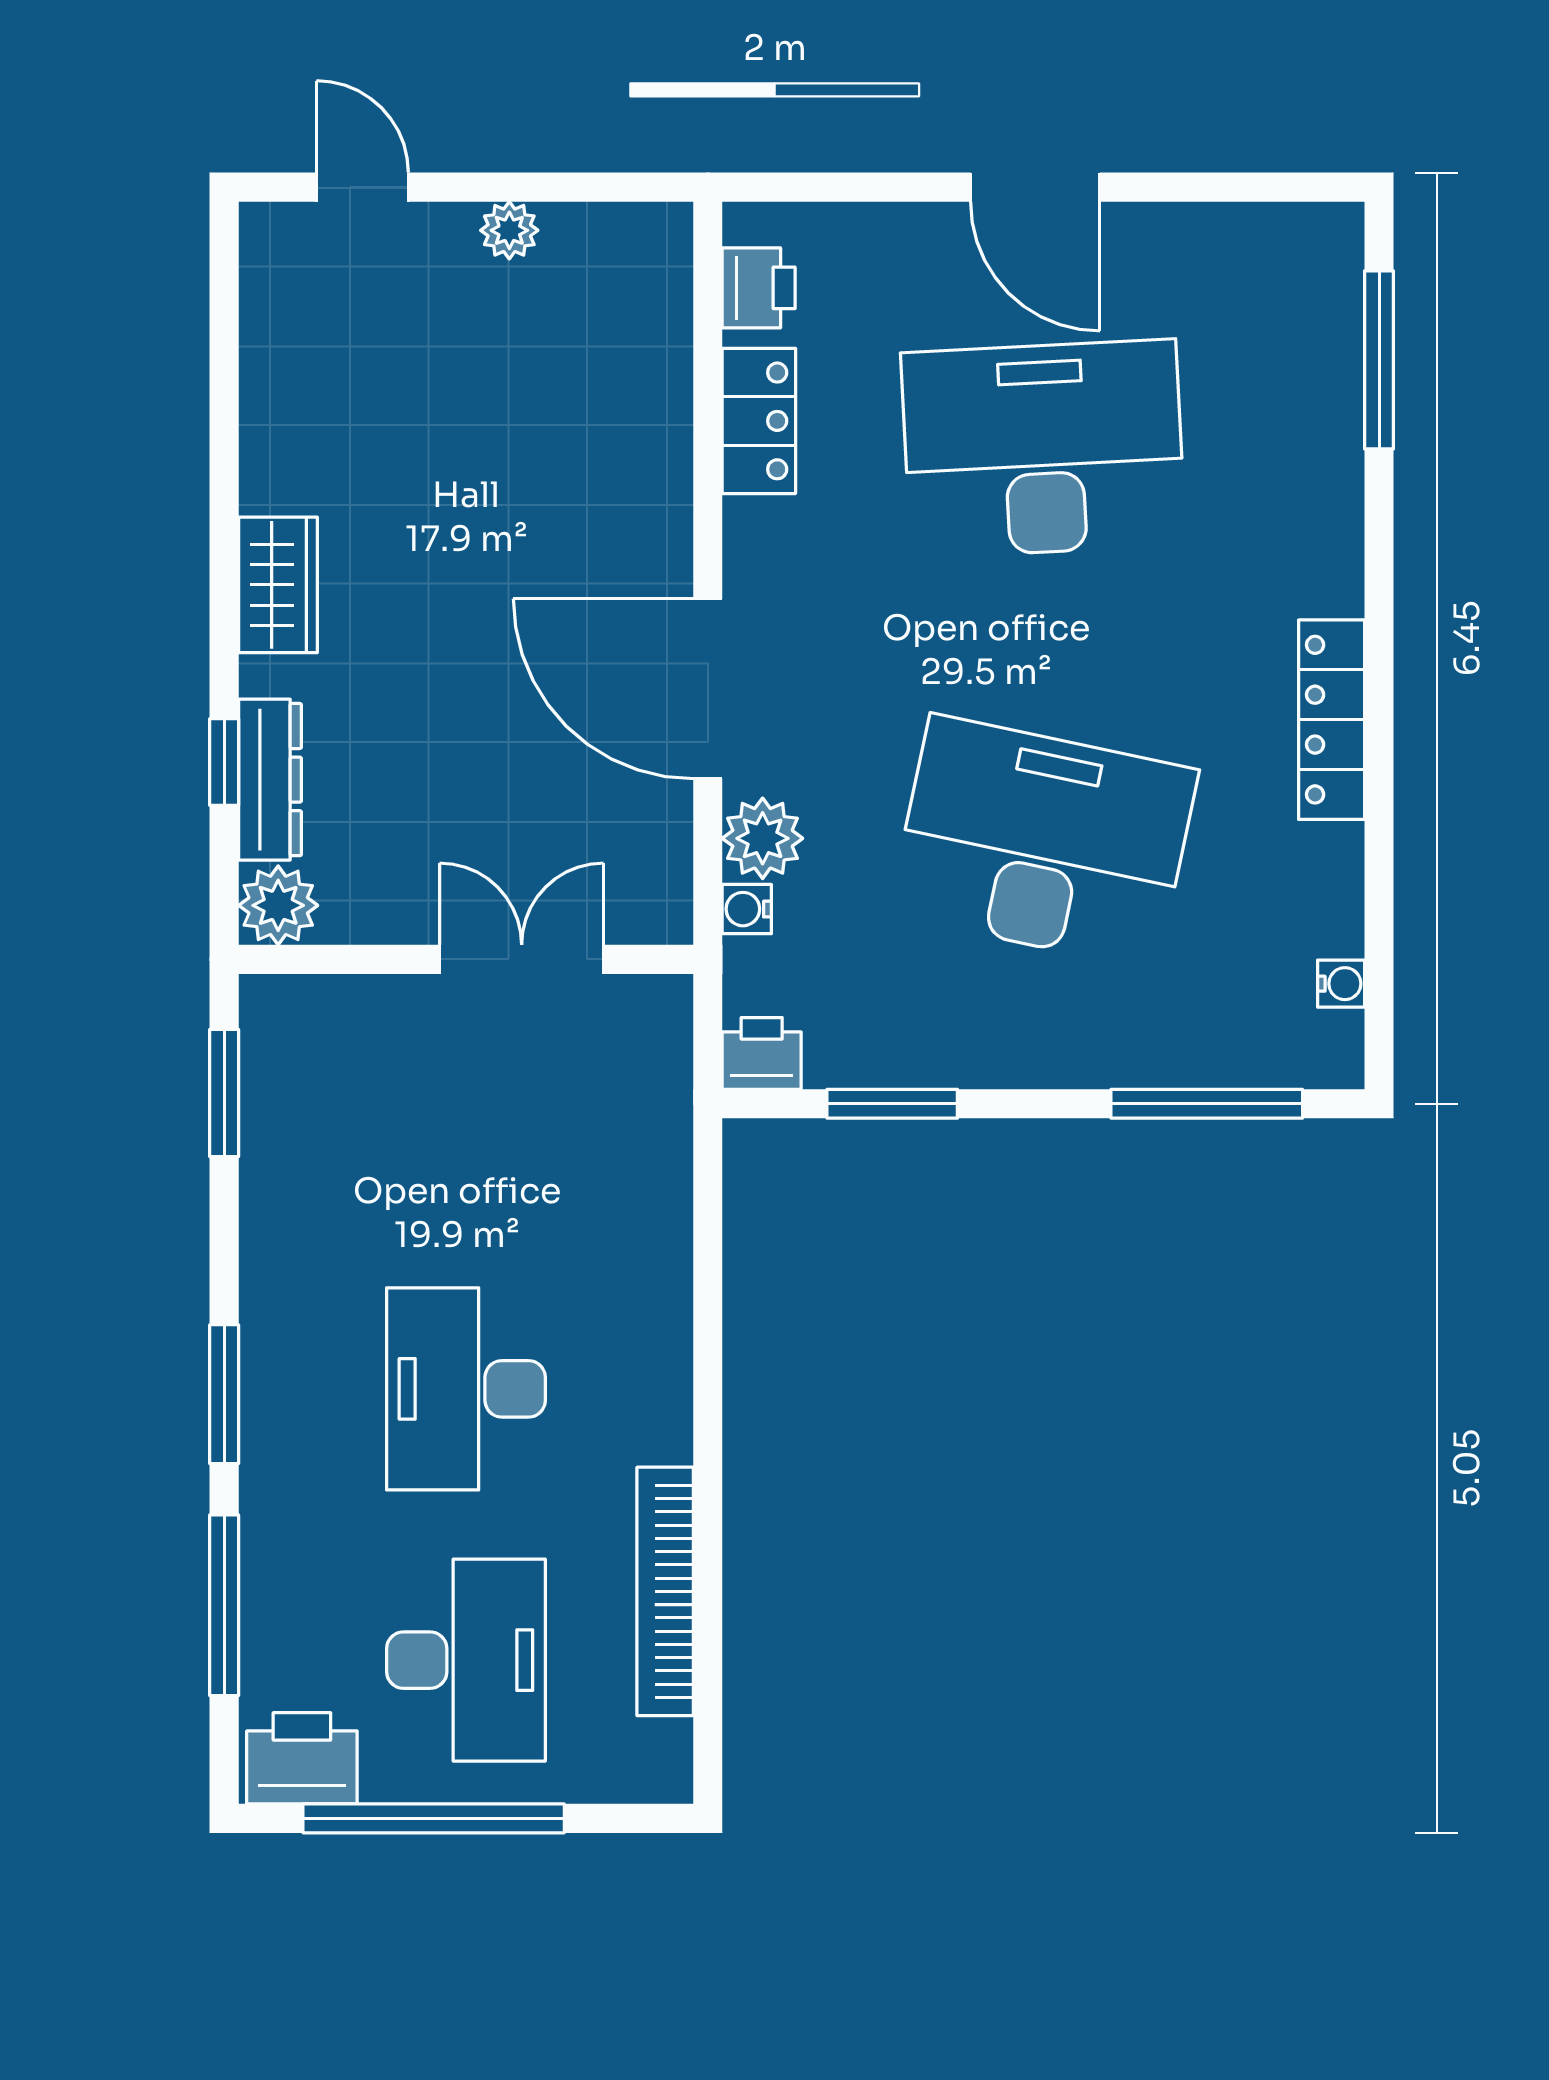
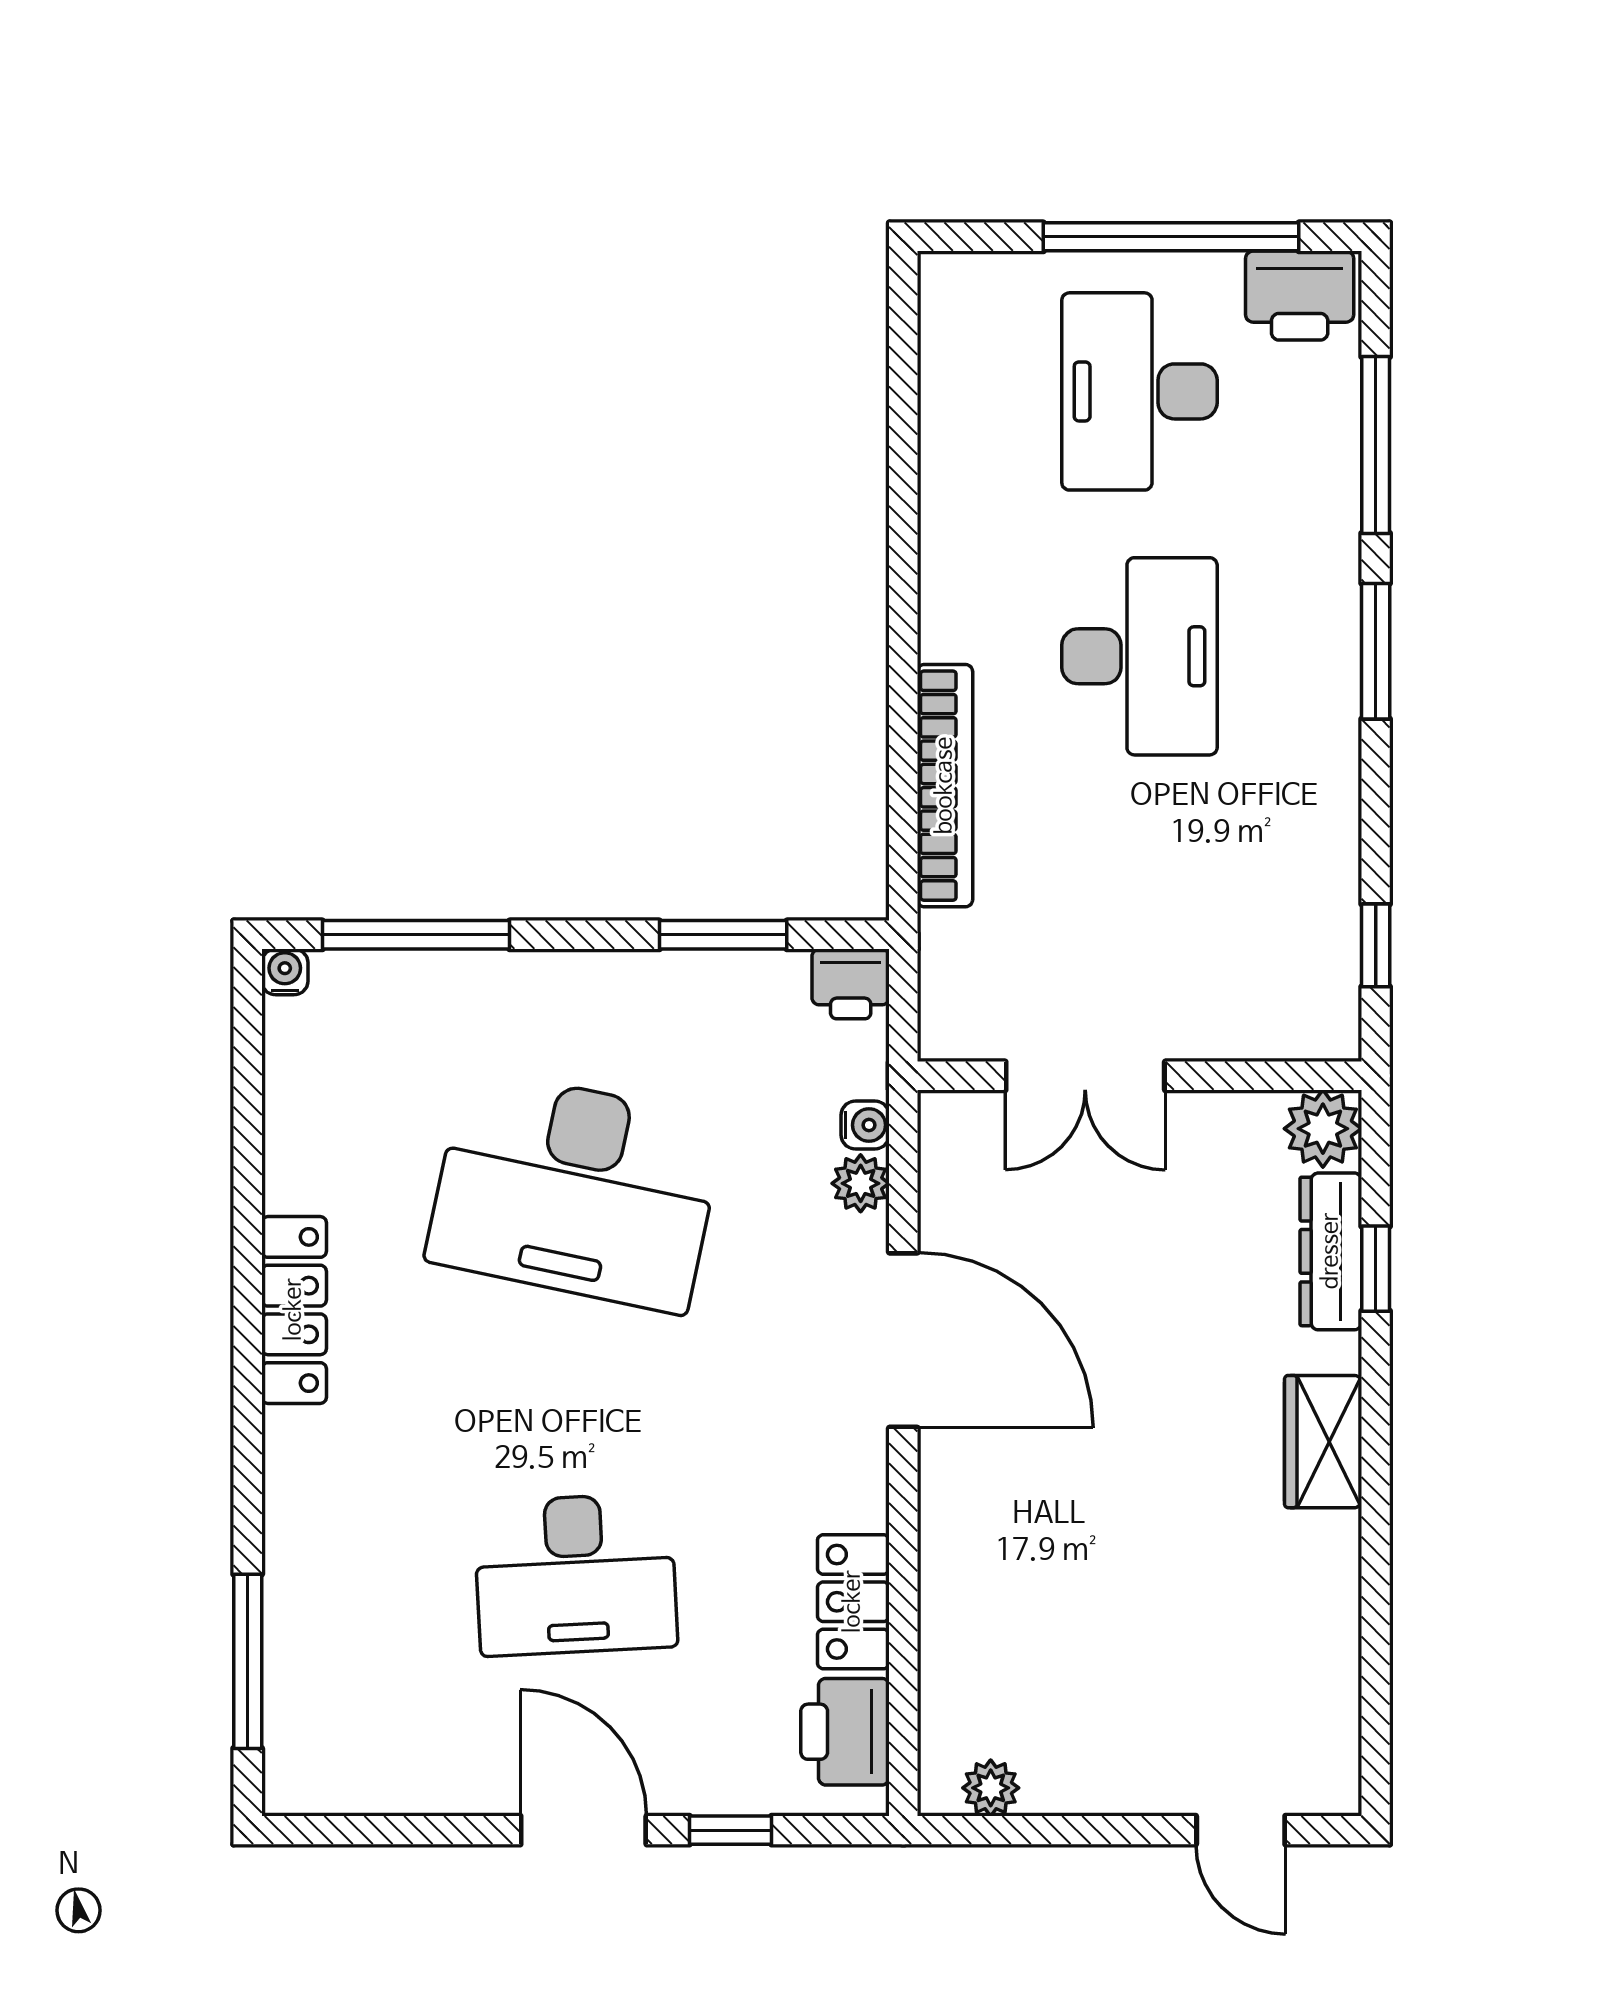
window: (885, 187) -> (730, 1830), added
plant: (509, 230) -> (991, 1788), moved
printer: (759, 288) -> (845, 1732), width x1.36, depth x1.24
desk: (1043, 449) -> (575, 1575), width x0.73, depth x0.77
plant: (763, 838) -> (861, 1183), width x0.73, depth x0.73
water cooler: (1341, 984) -> (285, 972), moved, turned 90
window: (224, 1093) -> (1376, 945), width x0.67
bookcase: (665, 1591) -> (945, 786), moved

